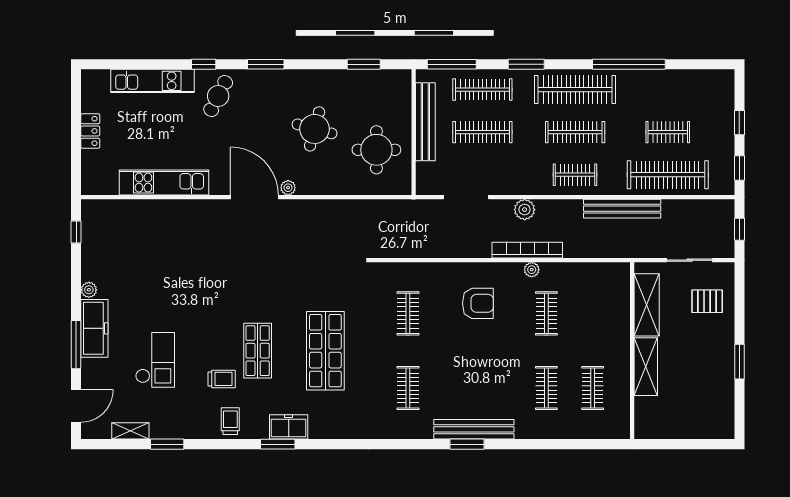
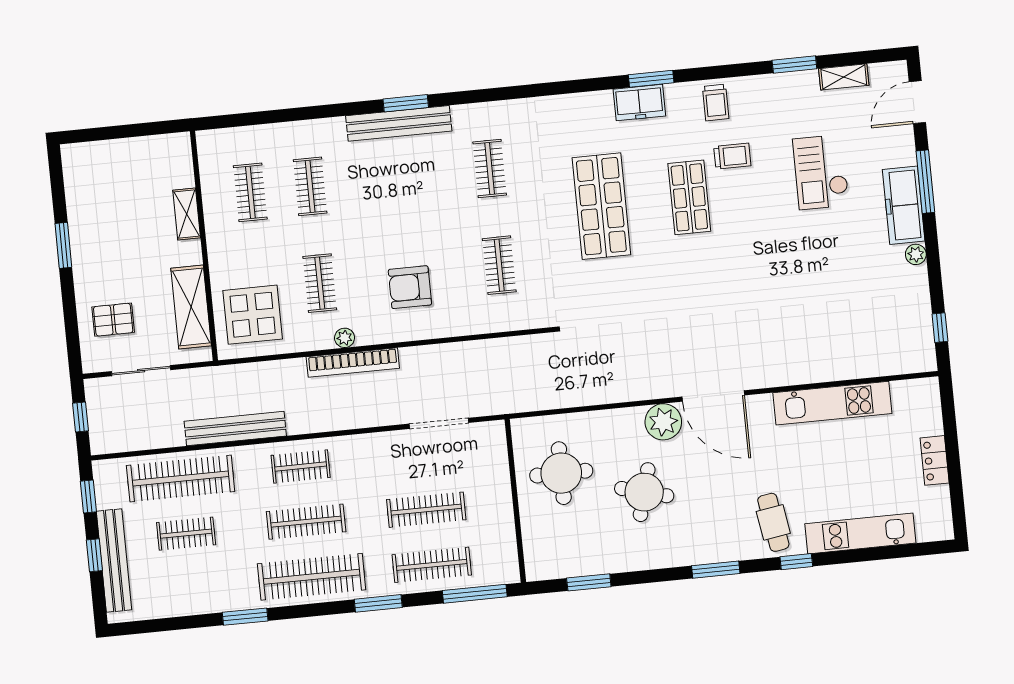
window: (629, 64) -> (245, 617), width x0.47
cafe table: (218, 96) -> (773, 522), turned -36
bench: (425, 122) -> (114, 560), moved
plant: (288, 188) -> (663, 422), width x1.88, depth x1.88
plant: (525, 210) -> (362, 415), removed
display table: (600, 294) -> (253, 315), added
shelving: (646, 367) -> (187, 214), width x0.67, depth x0.75
trolley: (222, 379) -> (732, 156), turned 180

